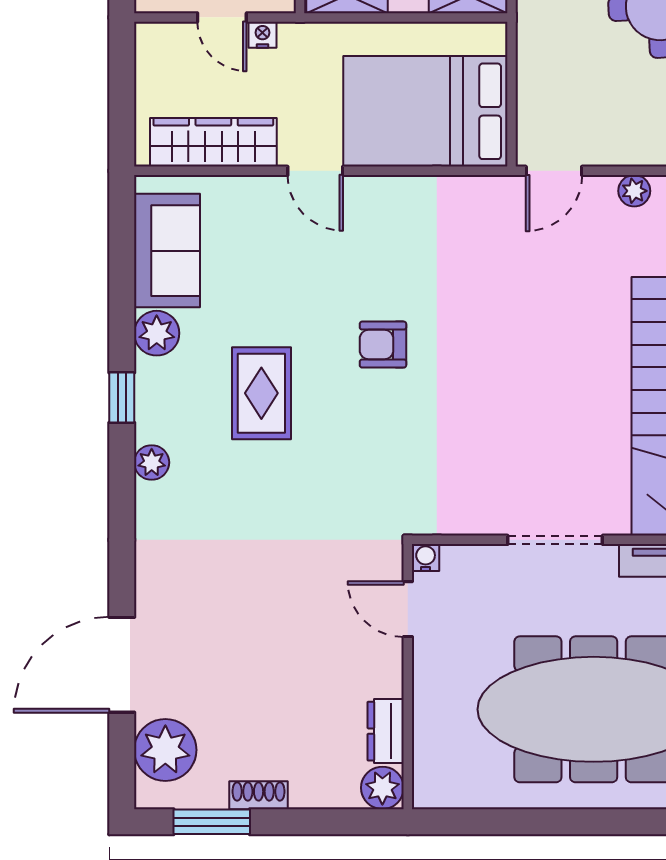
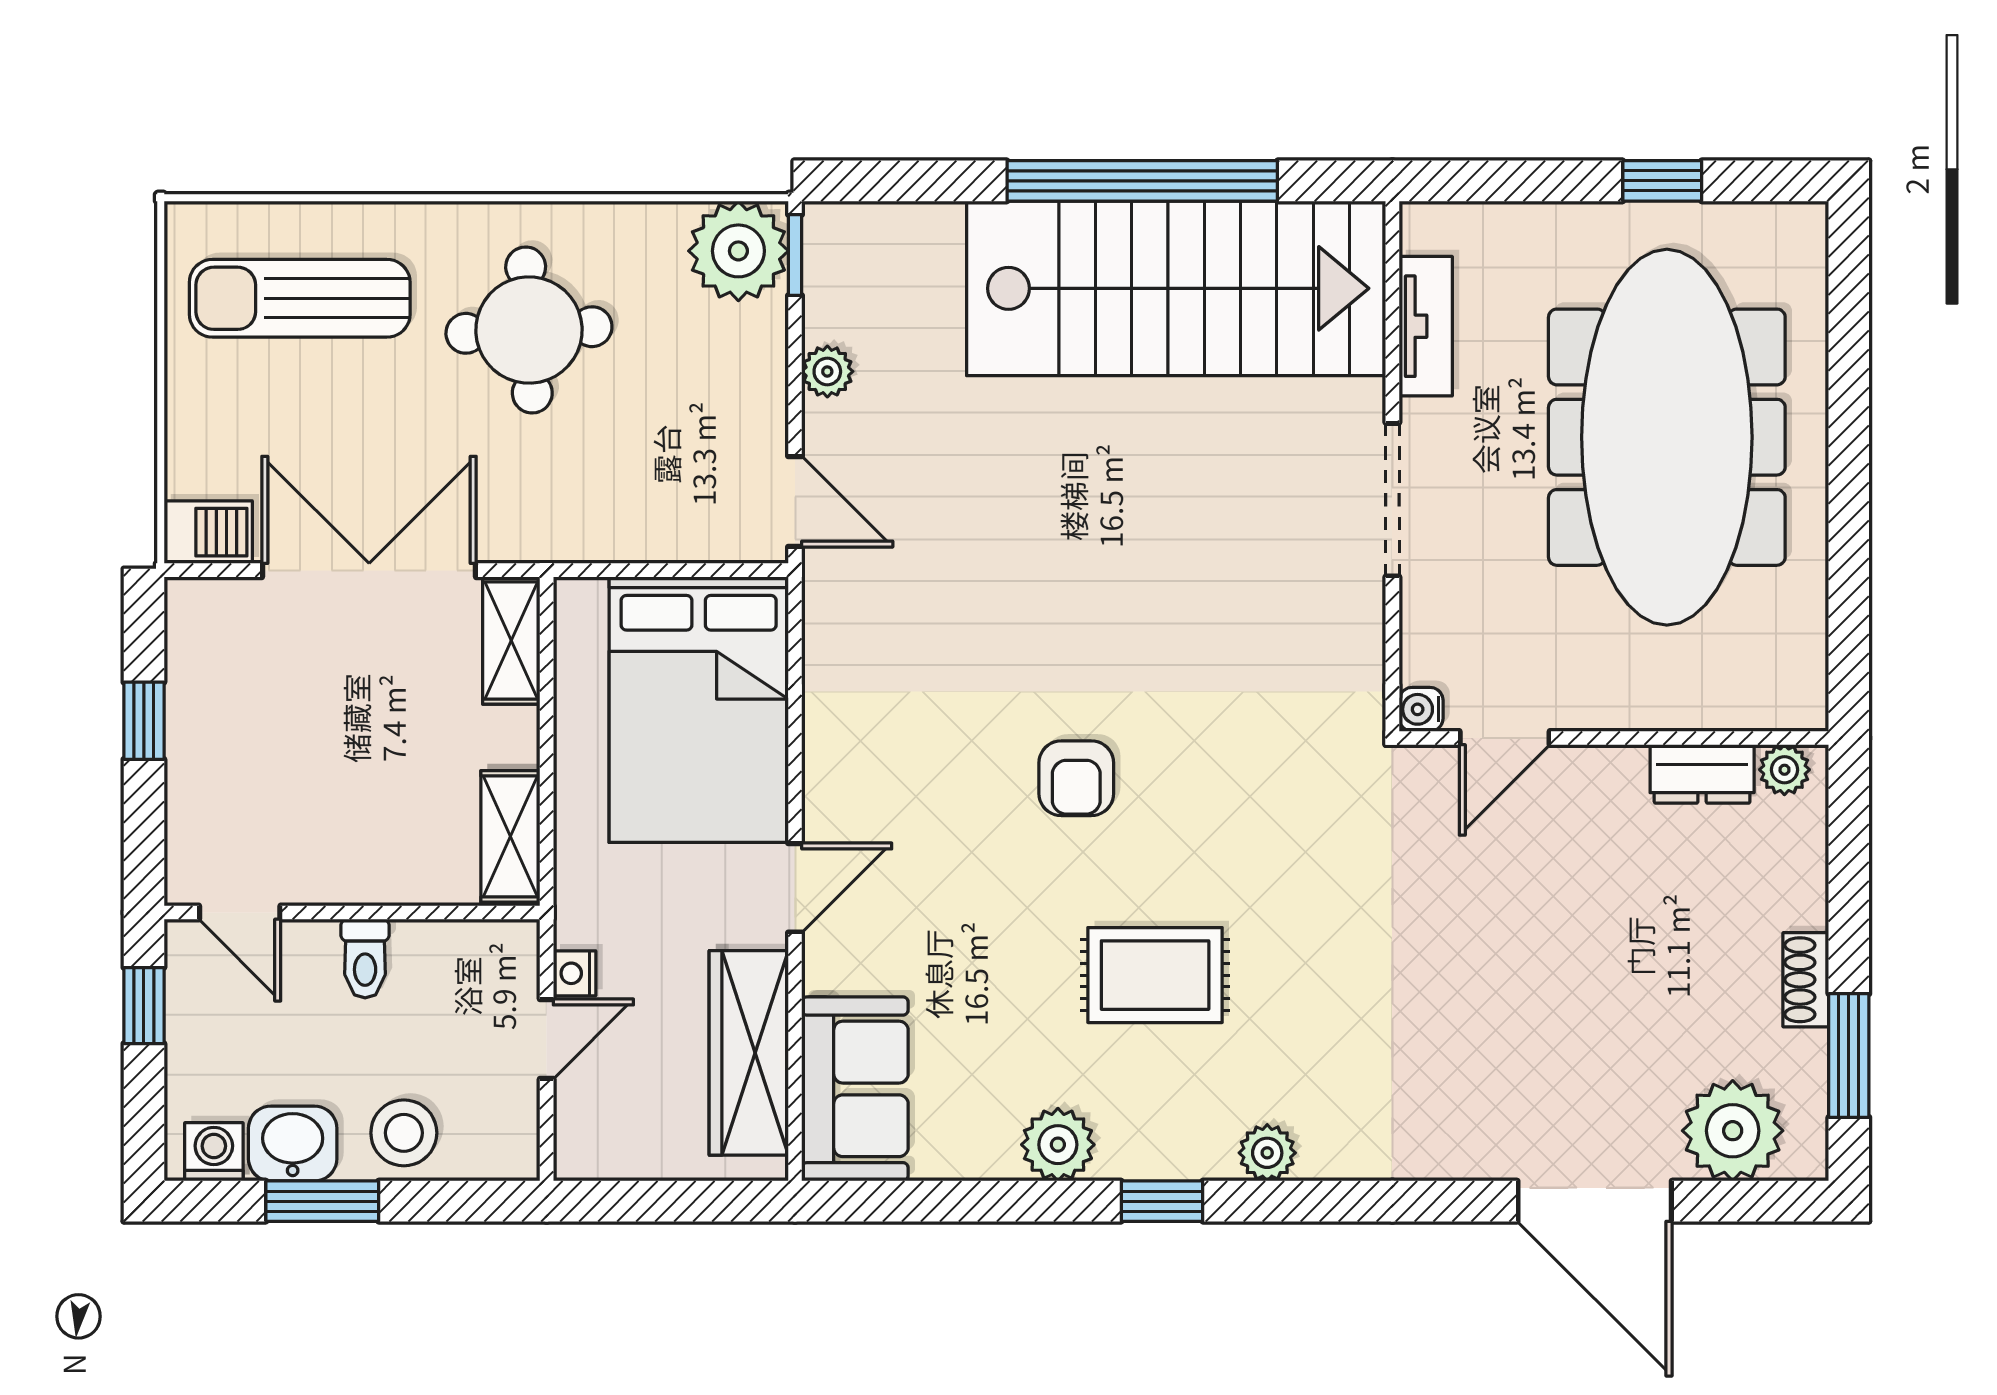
sofa: (167, 251) -> (855, 1089), moved, turned 90
plant: (382, 788) -> (1784, 770), width x0.73, depth x0.73

